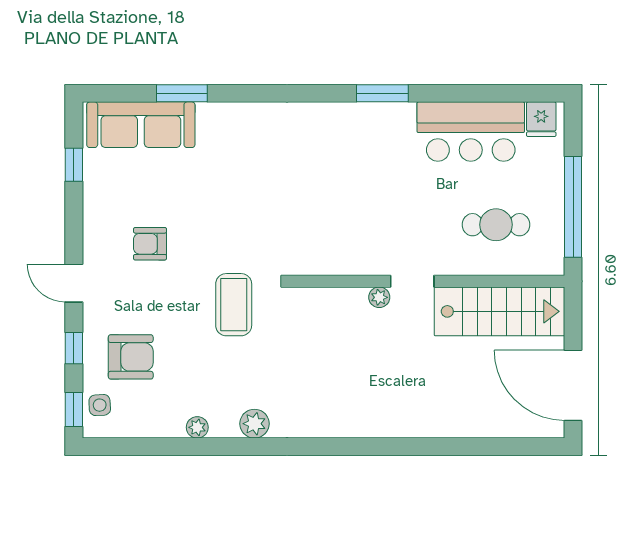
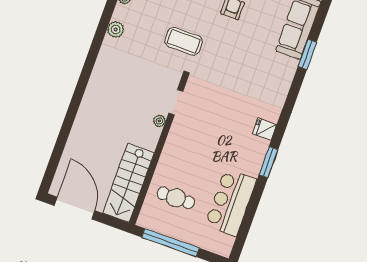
fridge: (541, 119) -> (265, 129), moved
cafe table: (496, 225) -> (176, 198), turned 90
doorway: (412, 281) -> (176, 102), moved
door: (573, 385) -> (75, 208), hinge flipped

